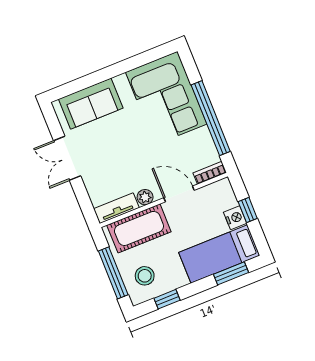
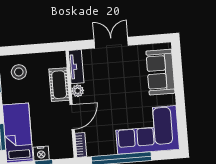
double door: (67, 158) -> (111, 43), moved
cot: (139, 228) -> (59, 85), width x0.73, depth x0.75
window: (113, 273) -> (28, 49), removed

